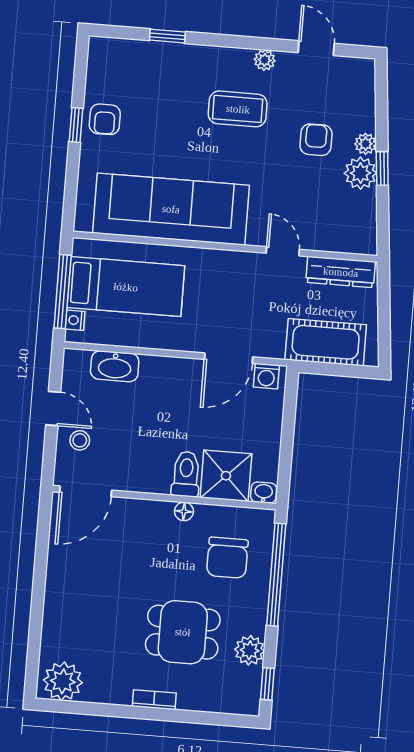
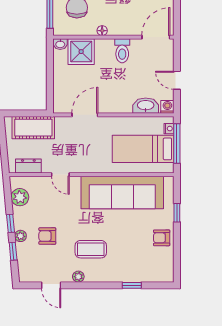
window: (382, 117) -> (13, 251), added
armchair: (105, 119) -> (162, 238), turned -90
window: (76, 125) -> (177, 213), moved
armchair: (316, 140) -> (47, 236), turned 90
plant: (360, 173) -> (20, 197), moved
dresser: (341, 272) -> (28, 166), width x0.70
washing machine: (266, 376) -> (167, 107), moved
stool: (80, 440) -> (161, 64), removed
toilet: (186, 474) -> (122, 51), moved

